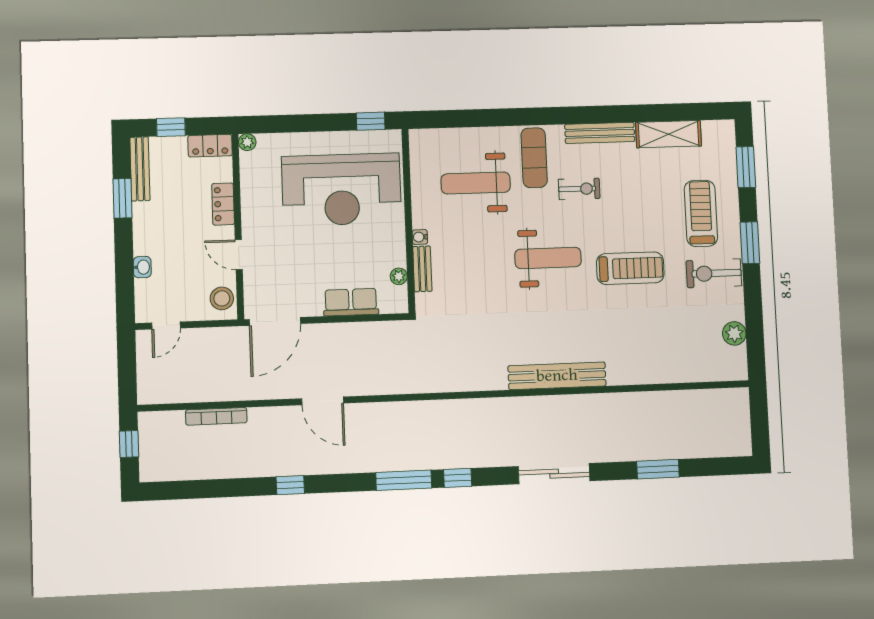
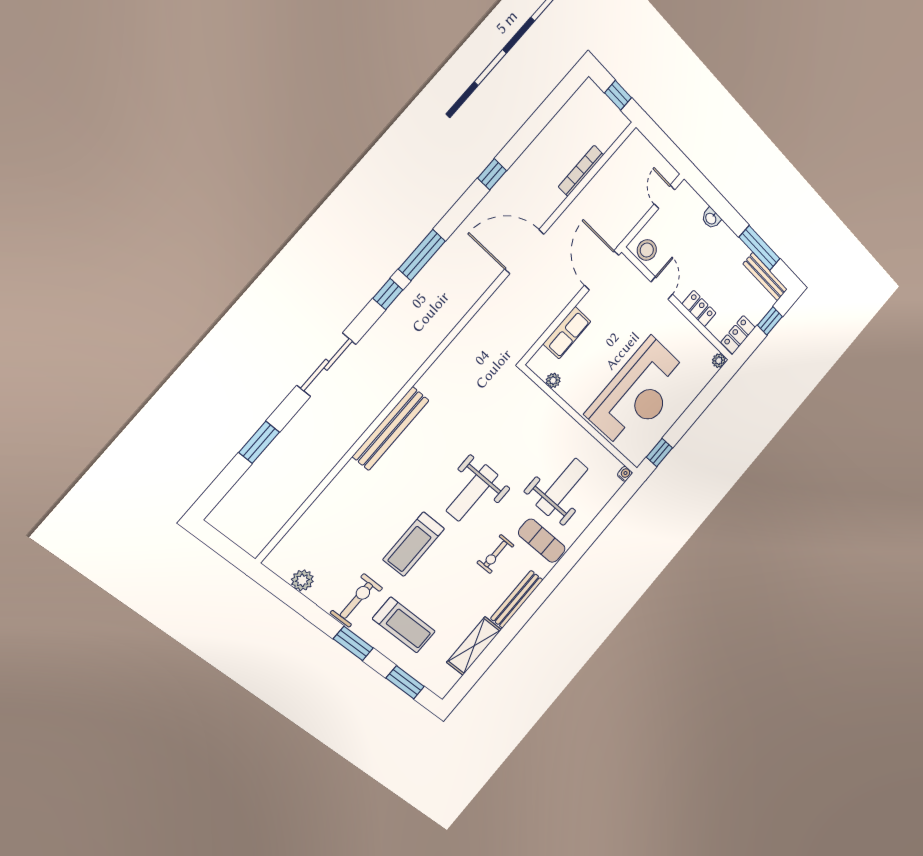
reception desk: (342, 190) -> (638, 394), turned 180
window: (122, 198) -> (760, 248), width x1.44
water cooler: (420, 237) -> (625, 474), moved
door: (239, 255) -> (662, 288), hinge flipped
bench: (422, 269) -> (543, 401), removed
door: (323, 401) -> (524, 252), width x1.36

